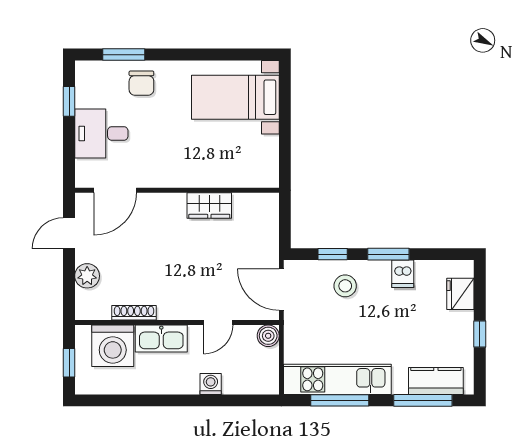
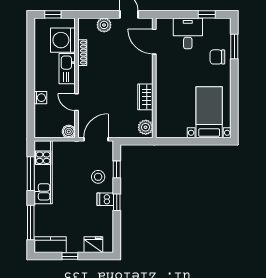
plant: (261, 205) -> (146, 127), added
window: (388, 254) -> (117, 202), width x0.67
dishwasher: (403, 274) -> (105, 199), moved
kitchen counter: (436, 381) -> (50, 245), moved, turned -90

